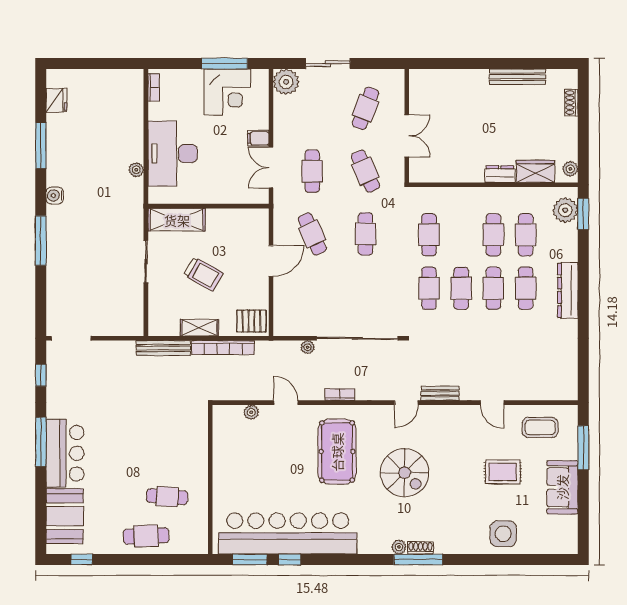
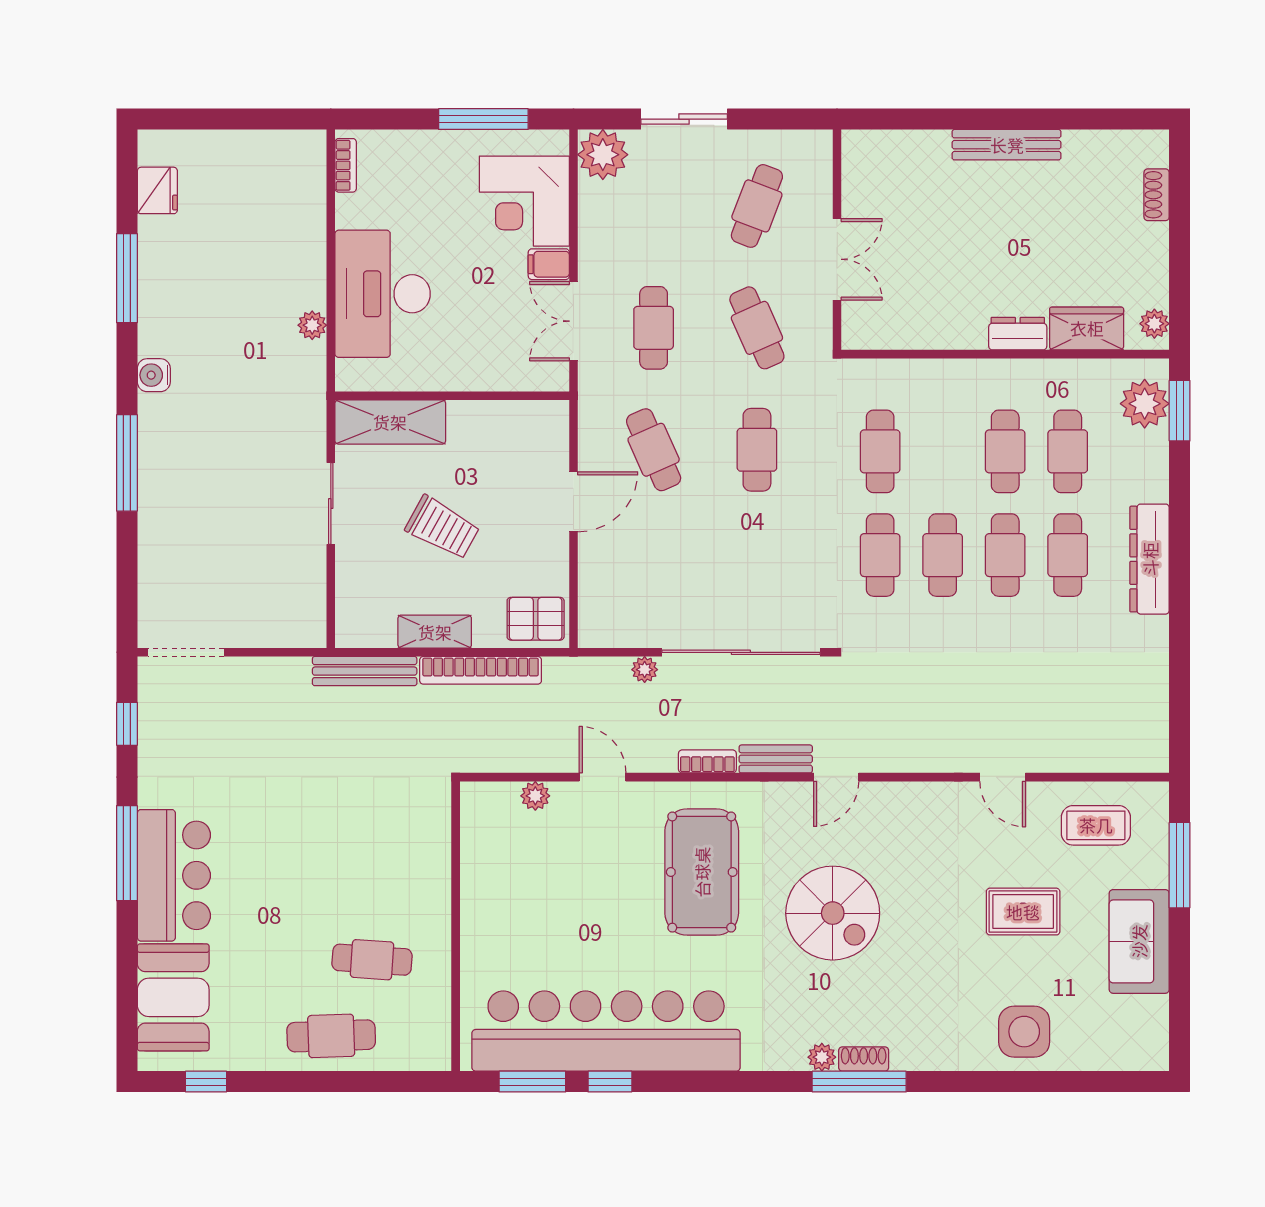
bench: (517, 77) -> (1007, 145), moved
corner desk: (227, 92) -> (524, 201), moved, turned 90
bench: (440, 393) -> (776, 759), moved

